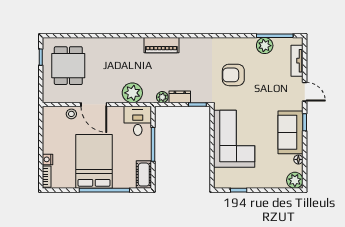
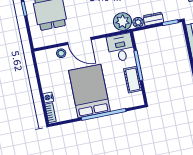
plant: (132, 93) -> (123, 22), moved
cot: (144, 175) -> (133, 80), moved

